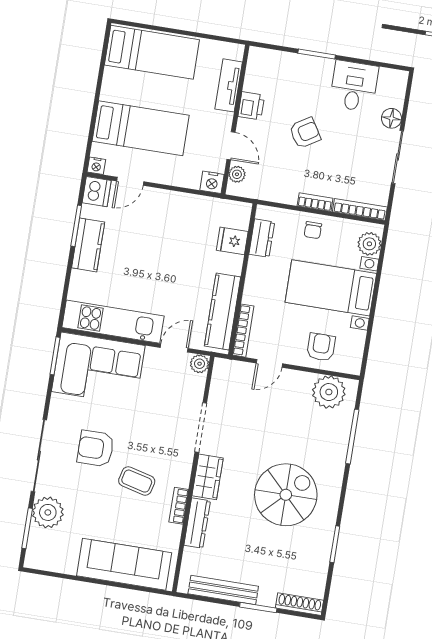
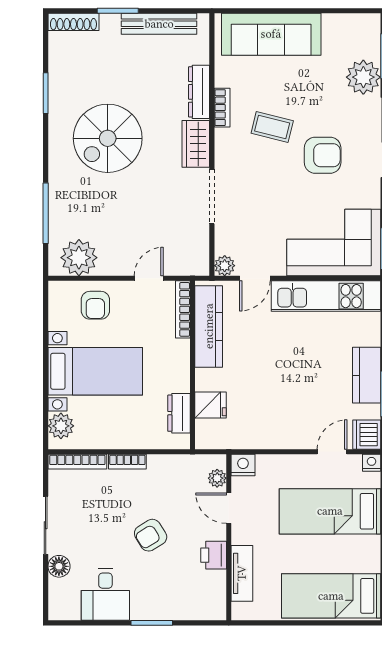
chair: (313, 230) -> (125, 431), removed

